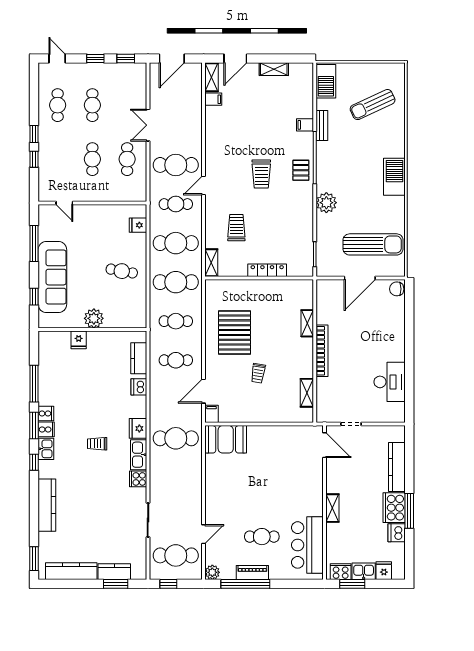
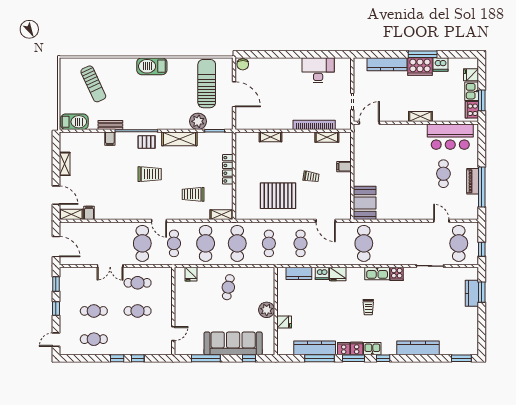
plant: (326, 203) -> (198, 121), moved
shelving: (305, 211) -> (179, 139), added
bookcase: (322, 351) -> (314, 125), moved
filing cabinet: (212, 414) -> (344, 167), moved
fridge: (138, 428) -> (338, 274), moved
kitchen counter: (71, 571) -> (315, 348), moved, turned 90
plant: (212, 572) -> (472, 214), removed

